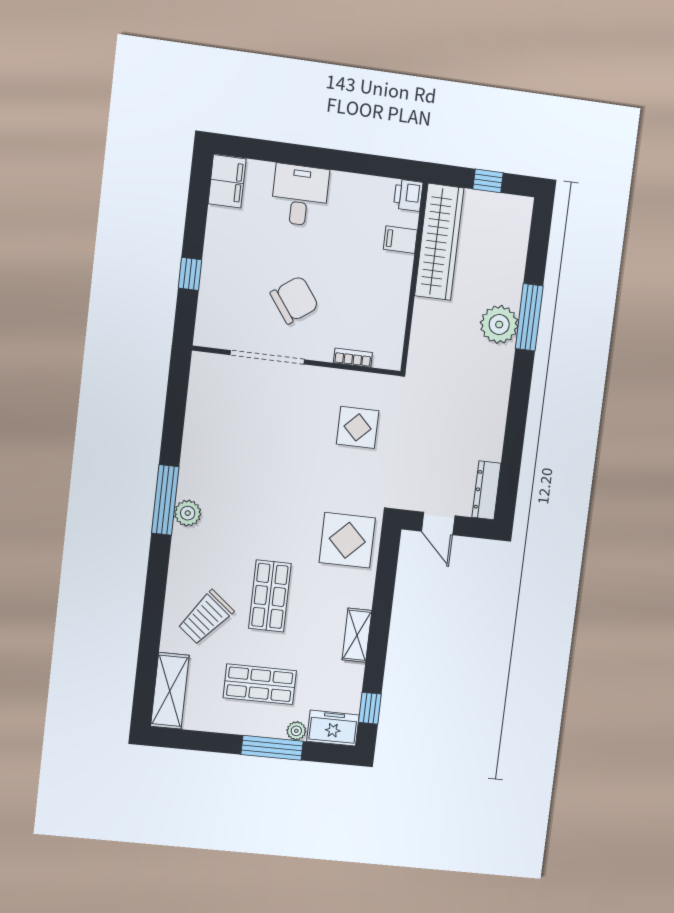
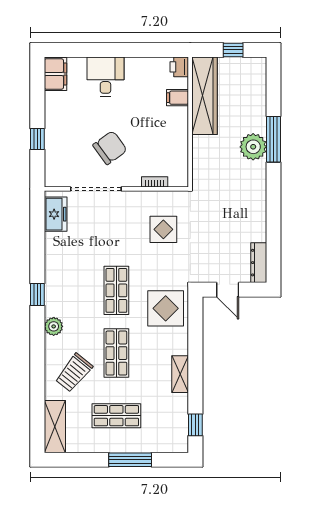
window: (165, 500) -> (37, 295), width x0.46
shop shelf: (280, 507) -> (116, 290), added
plant: (188, 513) -> (54, 326), moved
freezer: (333, 728) -> (56, 214), moved, turned 90
plant: (296, 731) -> (146, 446), removed

